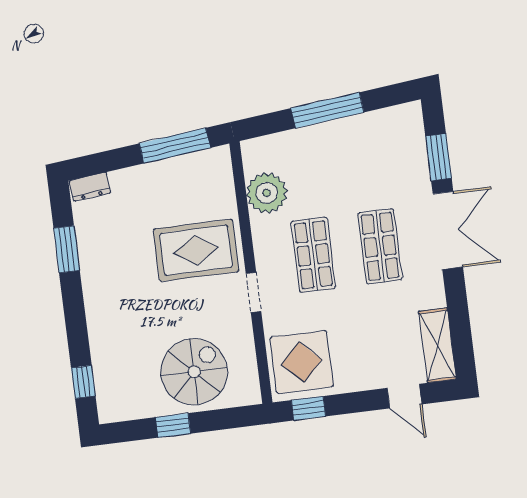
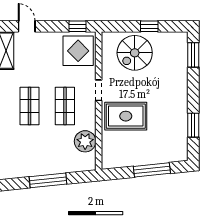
window: (175, 146) -> (152, 170), moved
dresser: (90, 187) -> (177, 156), removed
window: (83, 382) -> (193, 55), width x1.50

